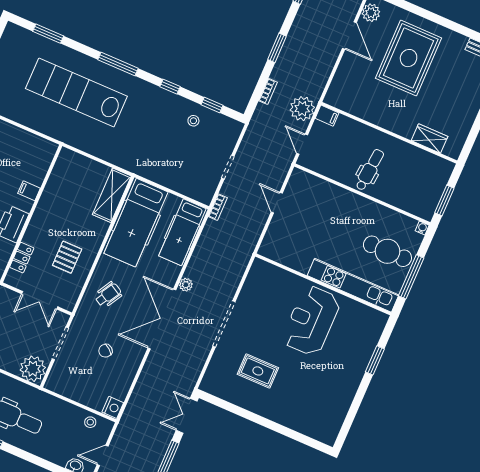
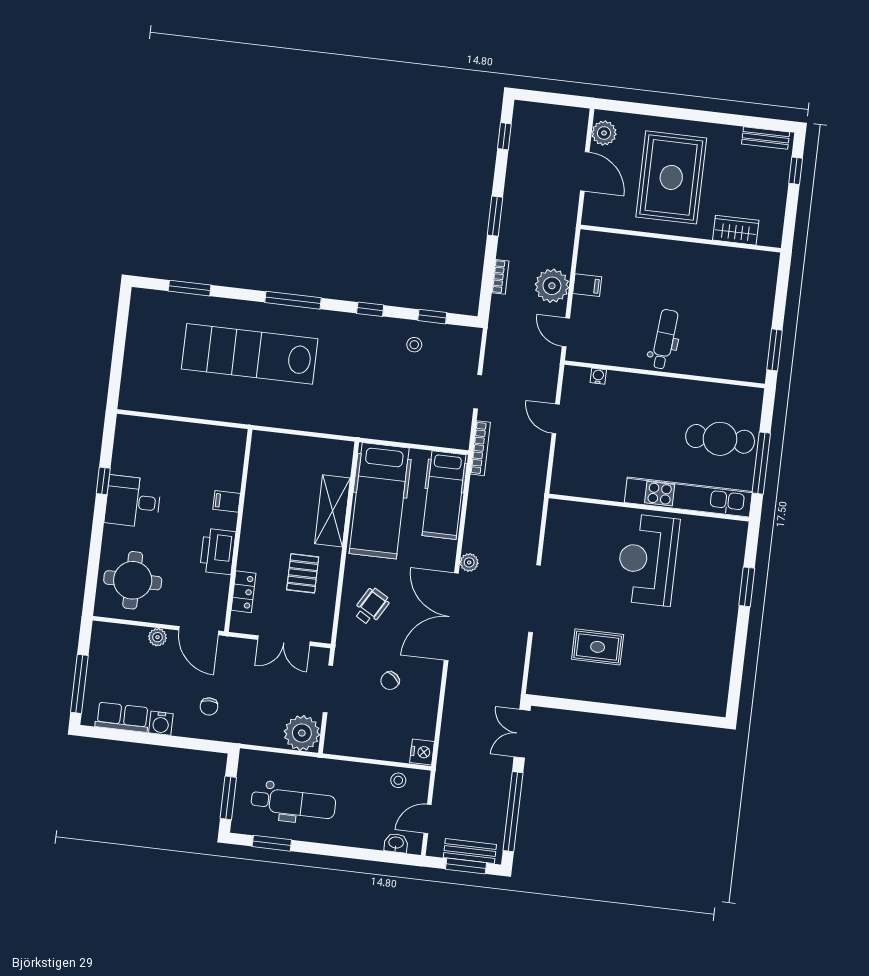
wall: (389, 133) -> (681, 239), moved
wardrobe: (430, 139) -> (736, 230), moved
shelving: (112, 195) -> (333, 511), moved
bookcase: (218, 207) -> (480, 448), width x1.56
water cooler: (422, 228) -> (598, 376), moved

